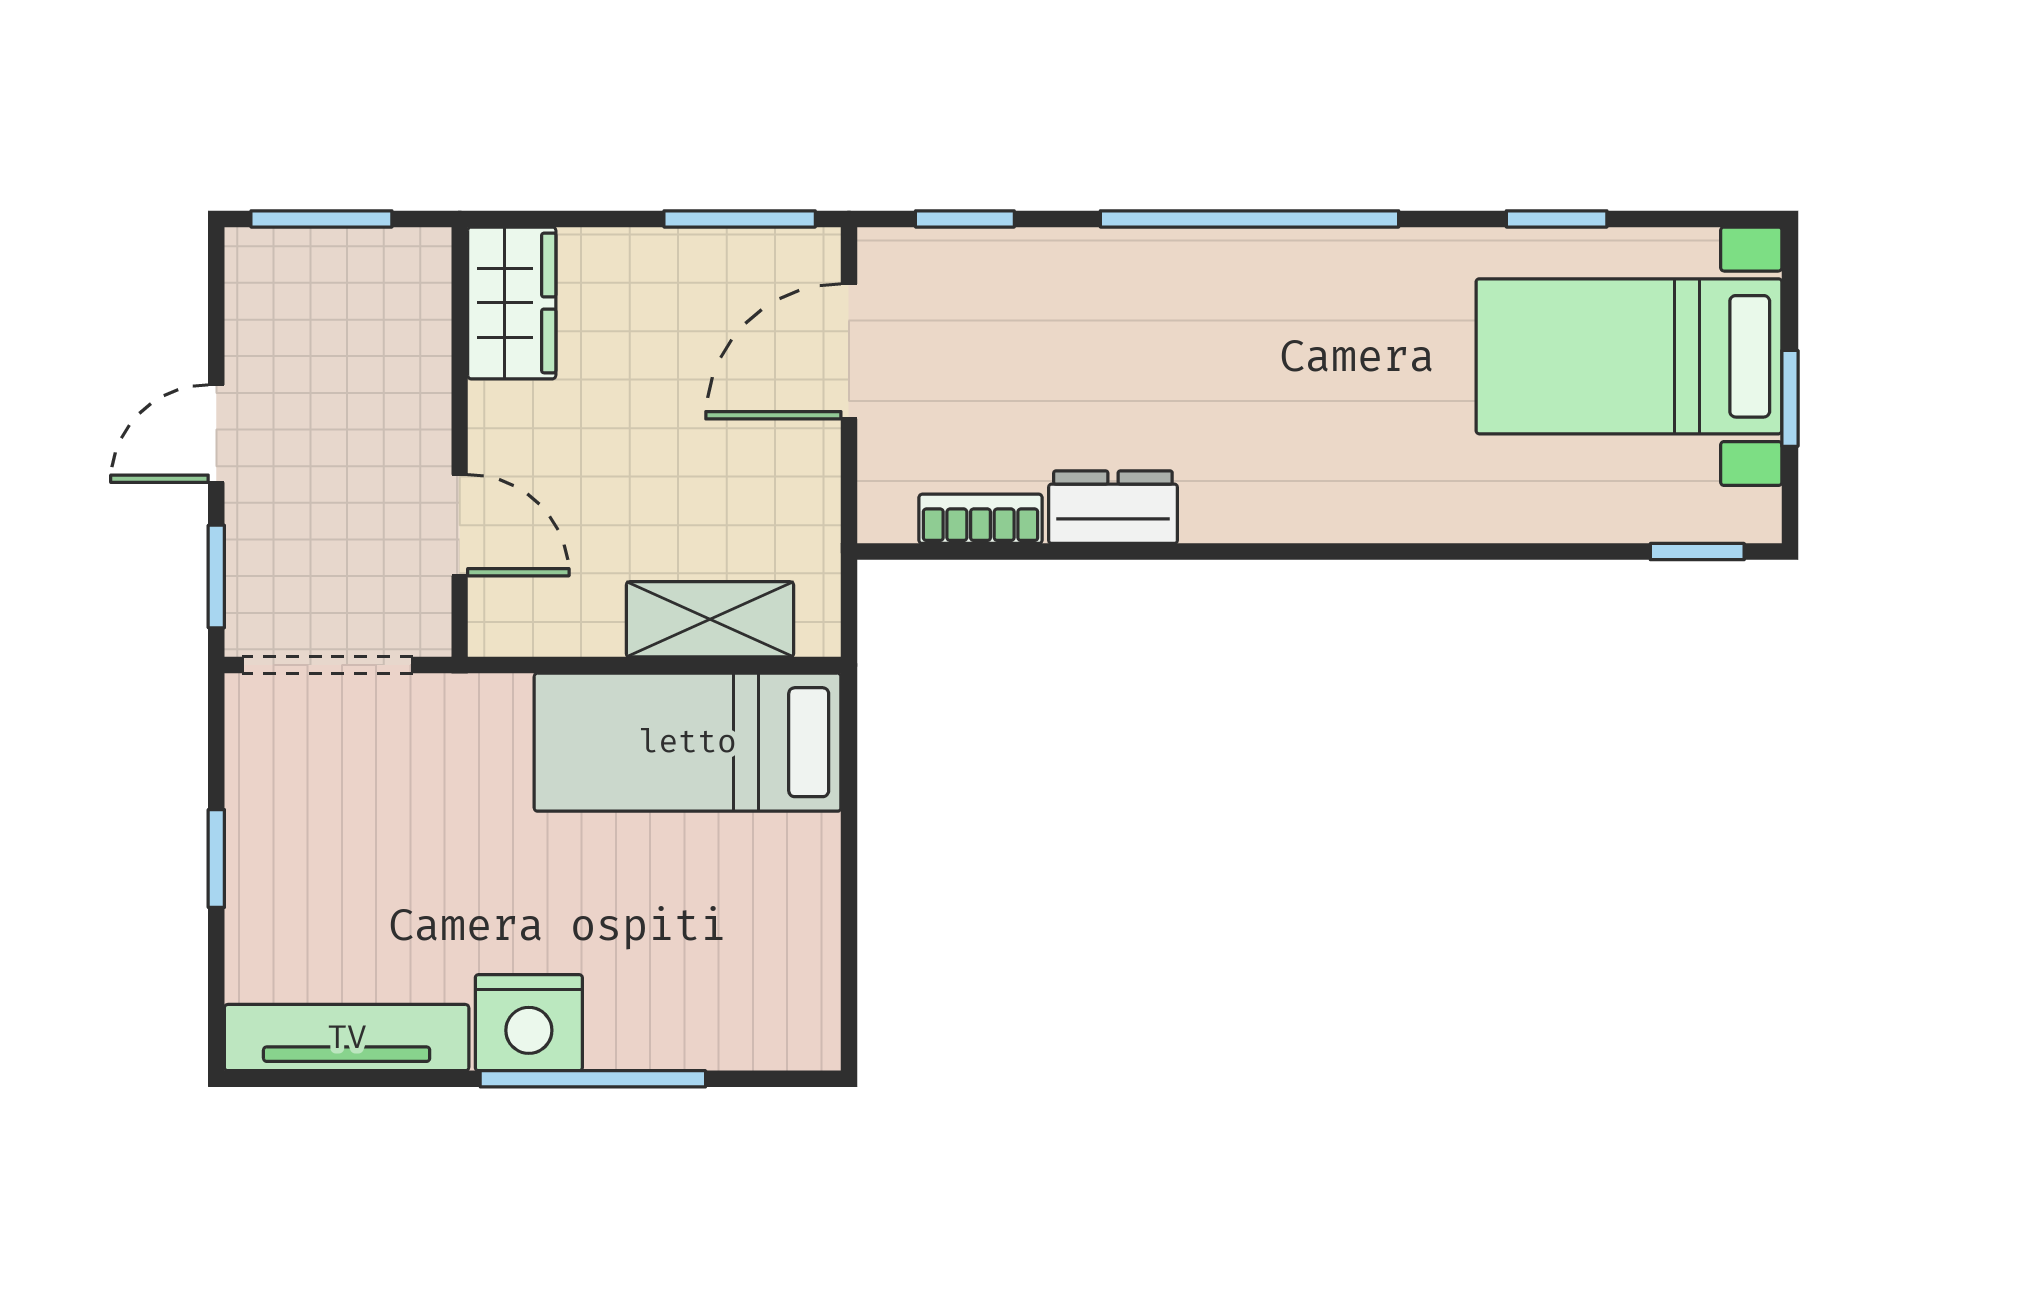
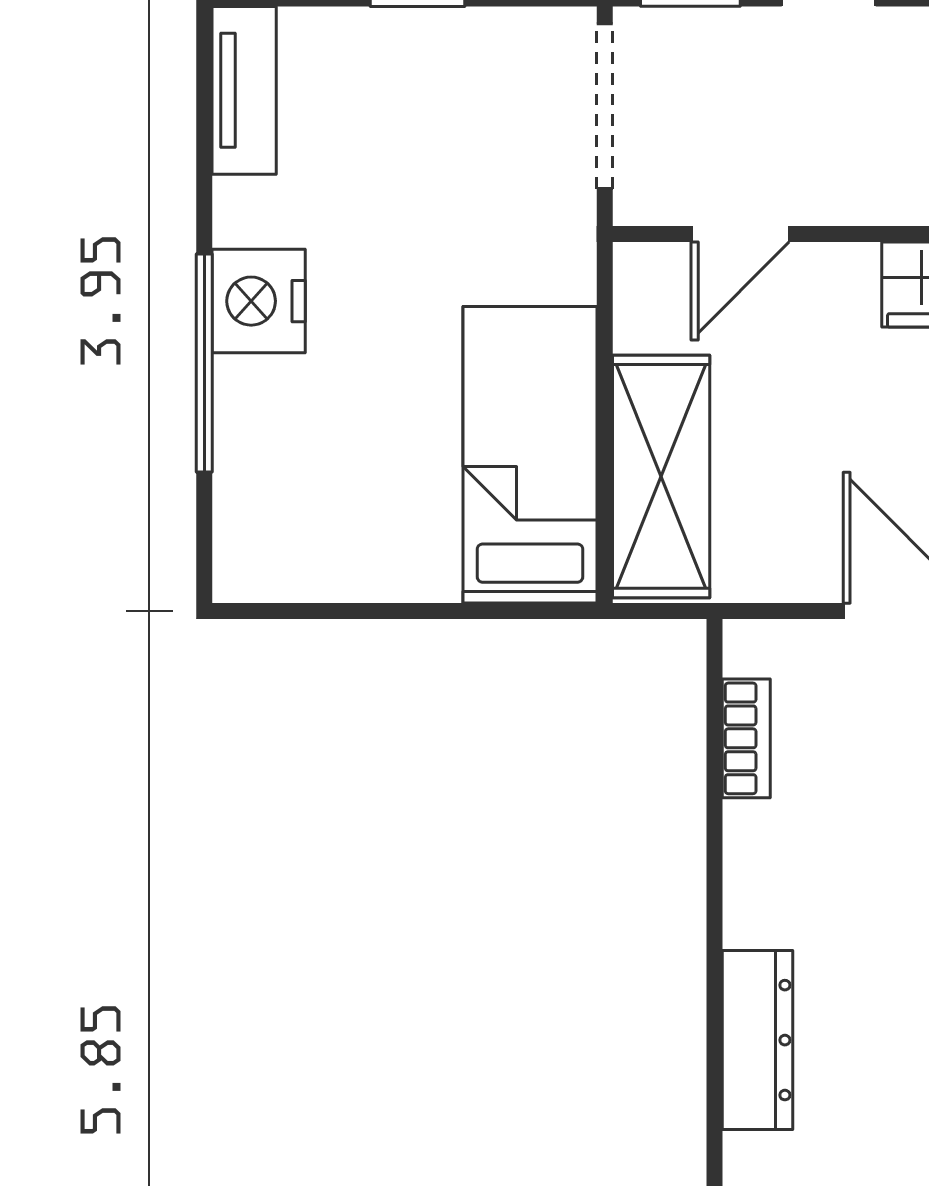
dresser: (1113, 507) -> (758, 1040), moved, width x1.44
shelving: (710, 619) -> (661, 476), width x1.50, depth x1.33
tv unit: (347, 1038) -> (244, 90), width x0.71

